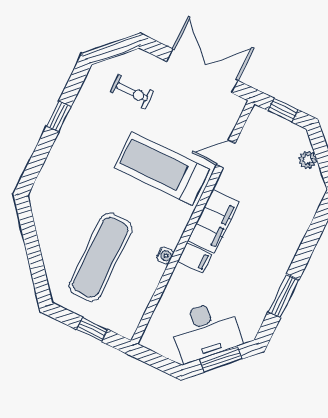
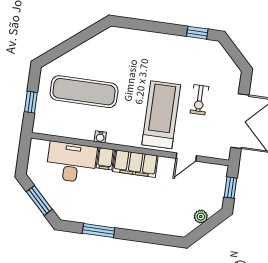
exercise bike: (132, 92) -> (199, 100), moved
window: (59, 116) -> (197, 33), moved
door: (226, 154) -> (186, 157), swing flipped
desk: (206, 331) -> (71, 162), moved, turned 135

